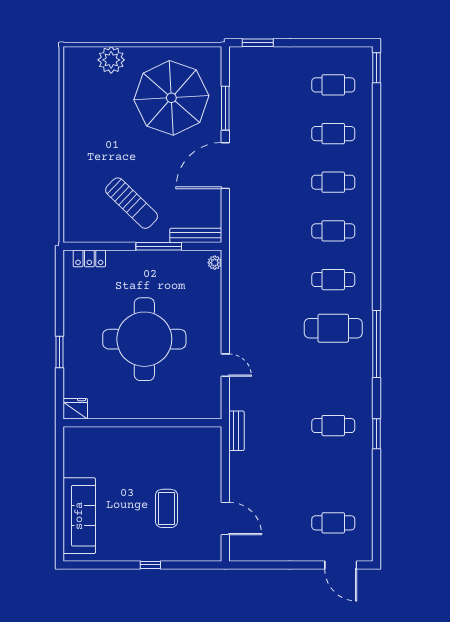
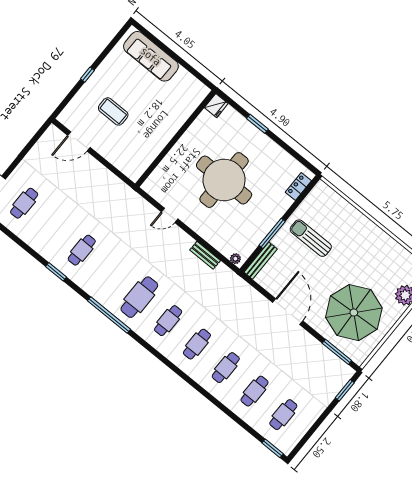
window: (225, 108) -> (337, 352), moved
sun lounger: (132, 203) -> (311, 238), turned 46
bench: (236, 431) -> (205, 255), moved

